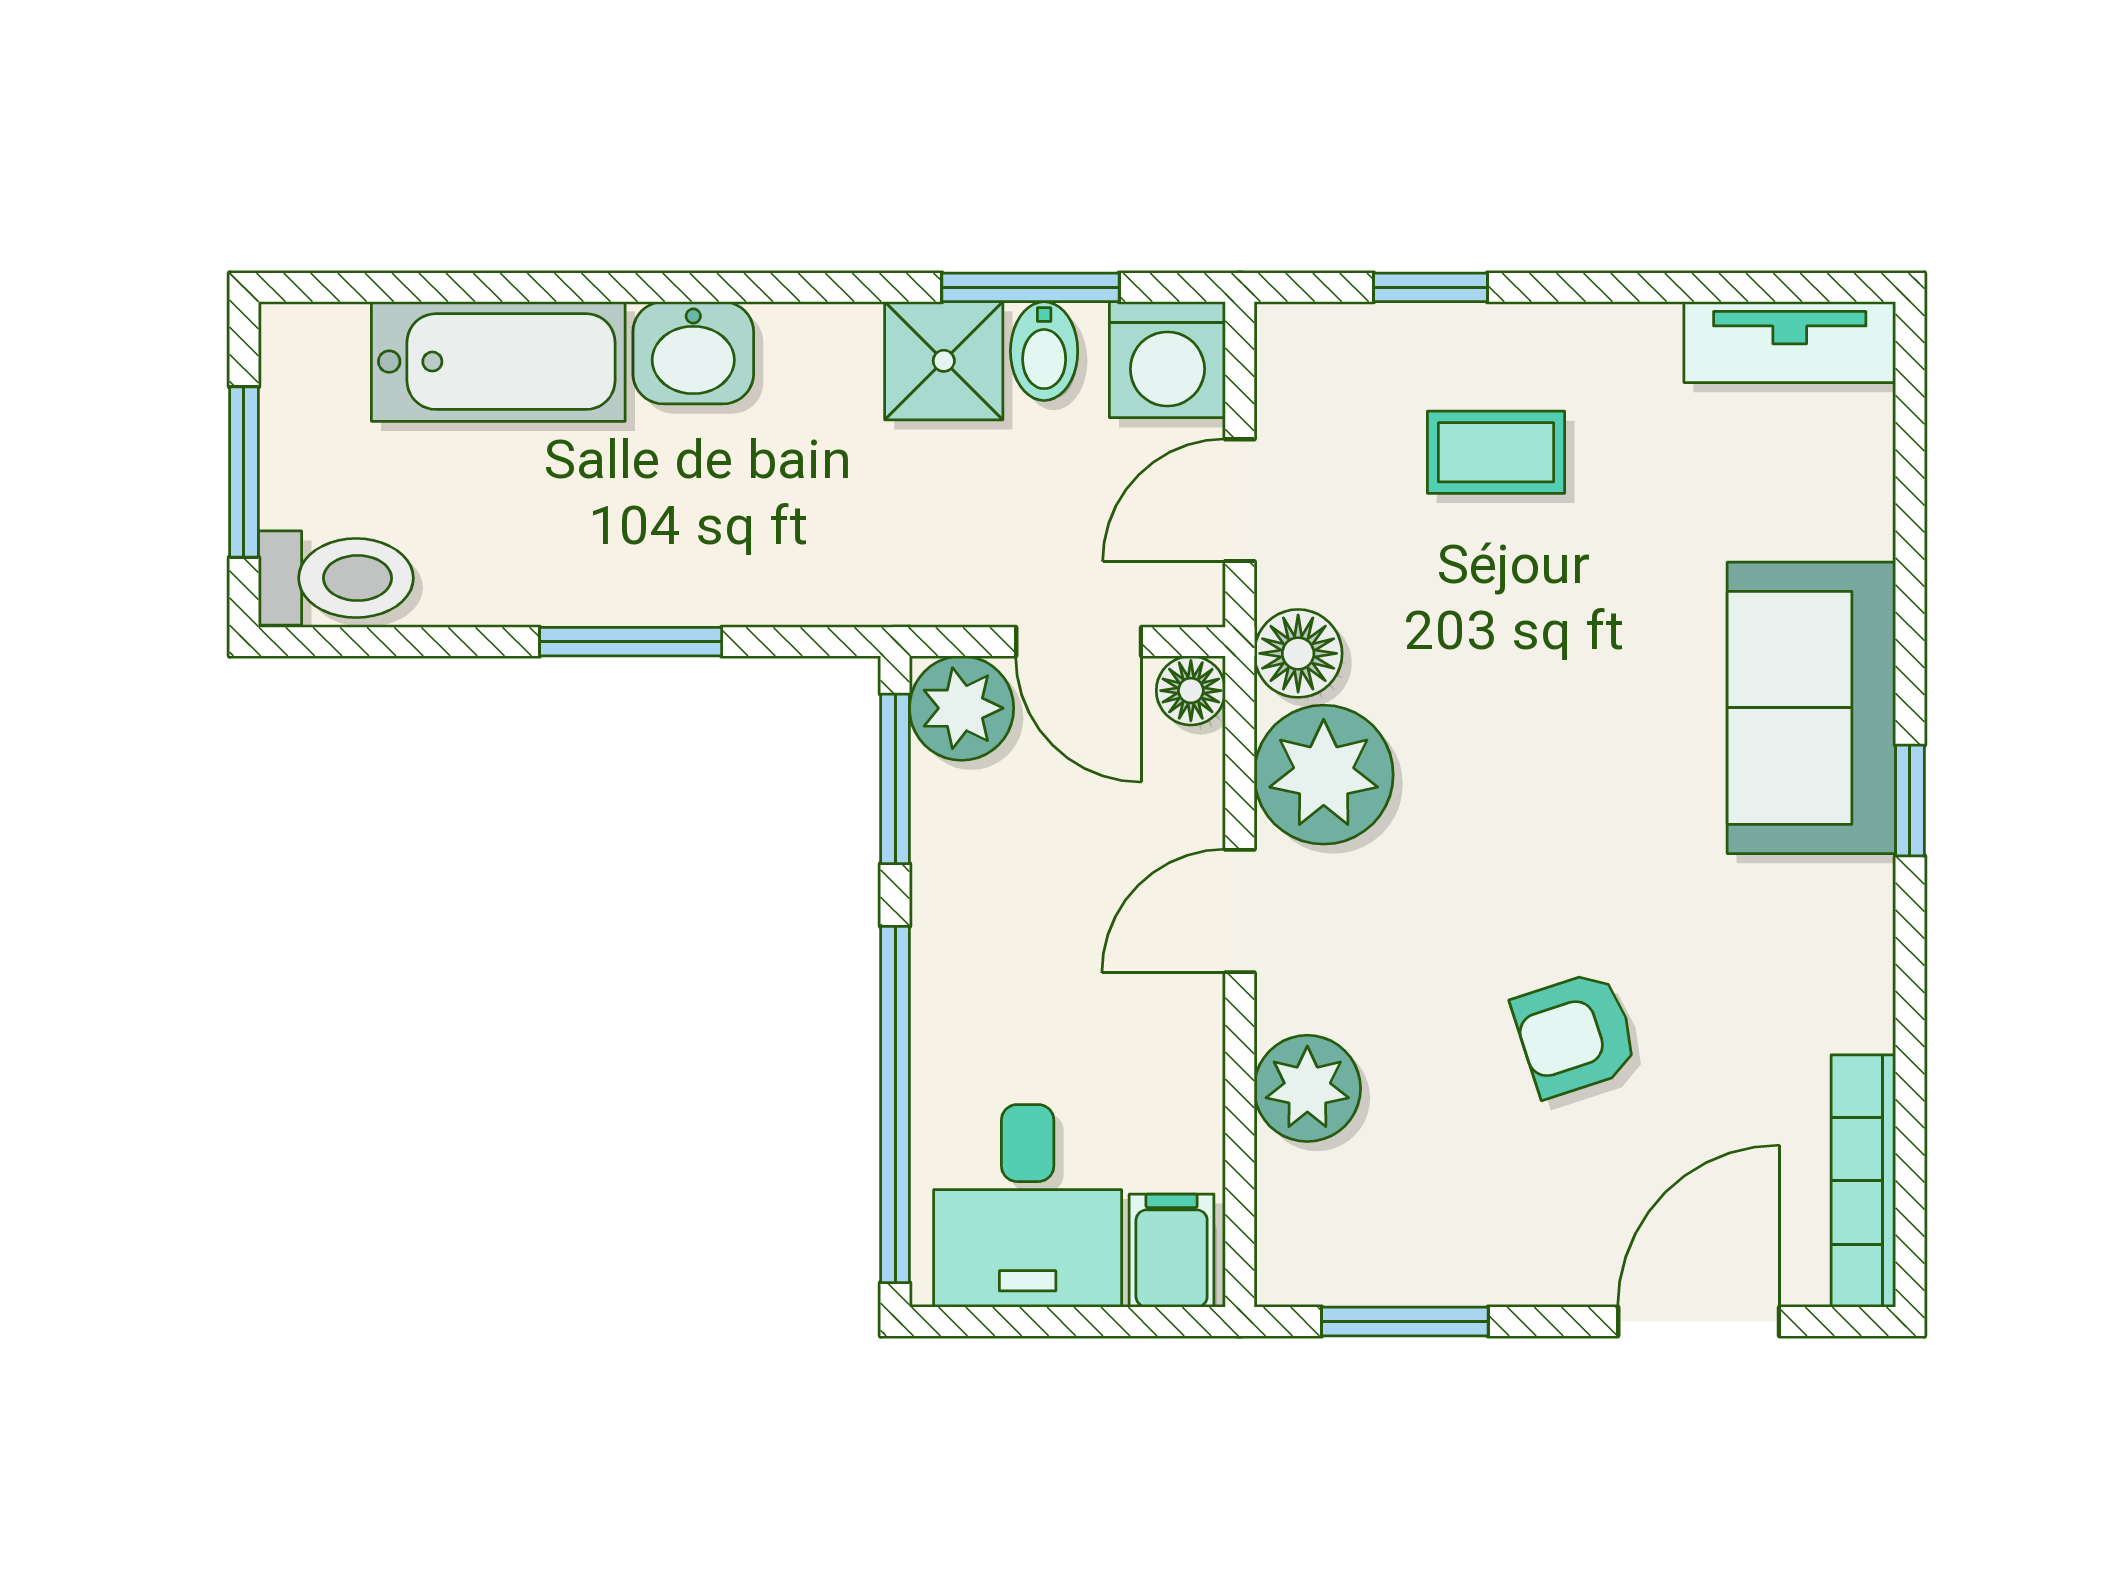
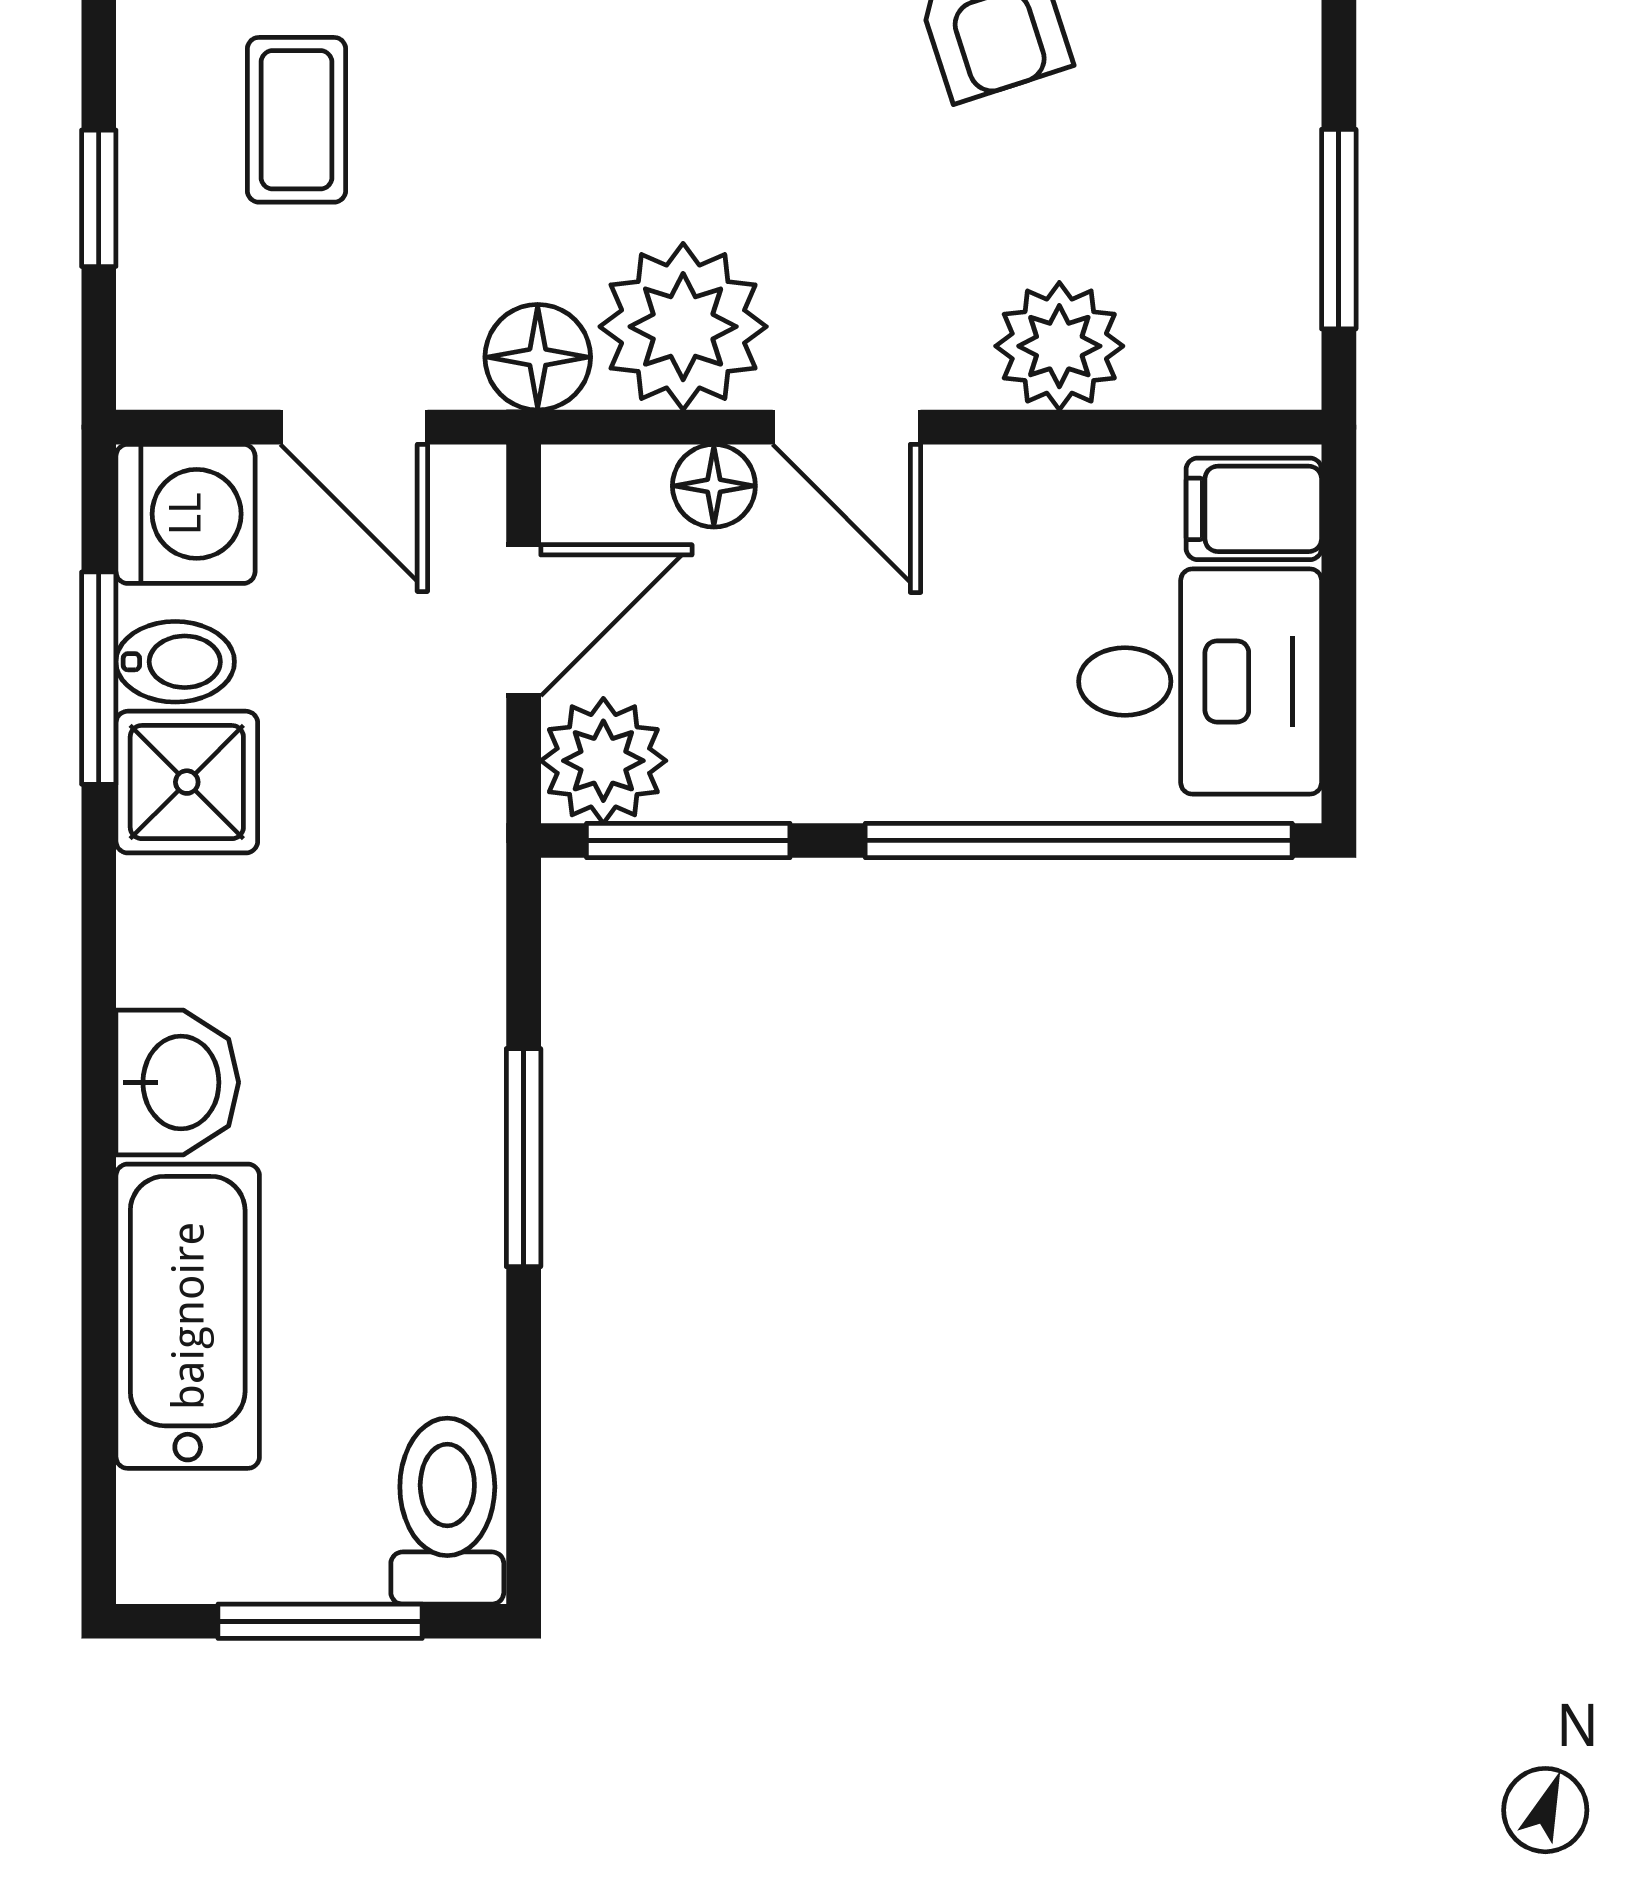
floor lamp: (1191, 691) -> (714, 486), moved

